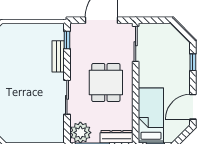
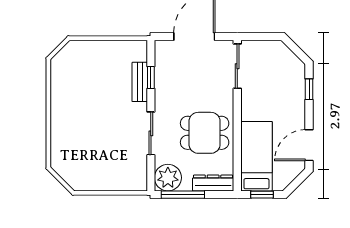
window: (67, 40) -> (151, 77), moved
dining table: (106, 83) -> (205, 133), moved, turned 90

